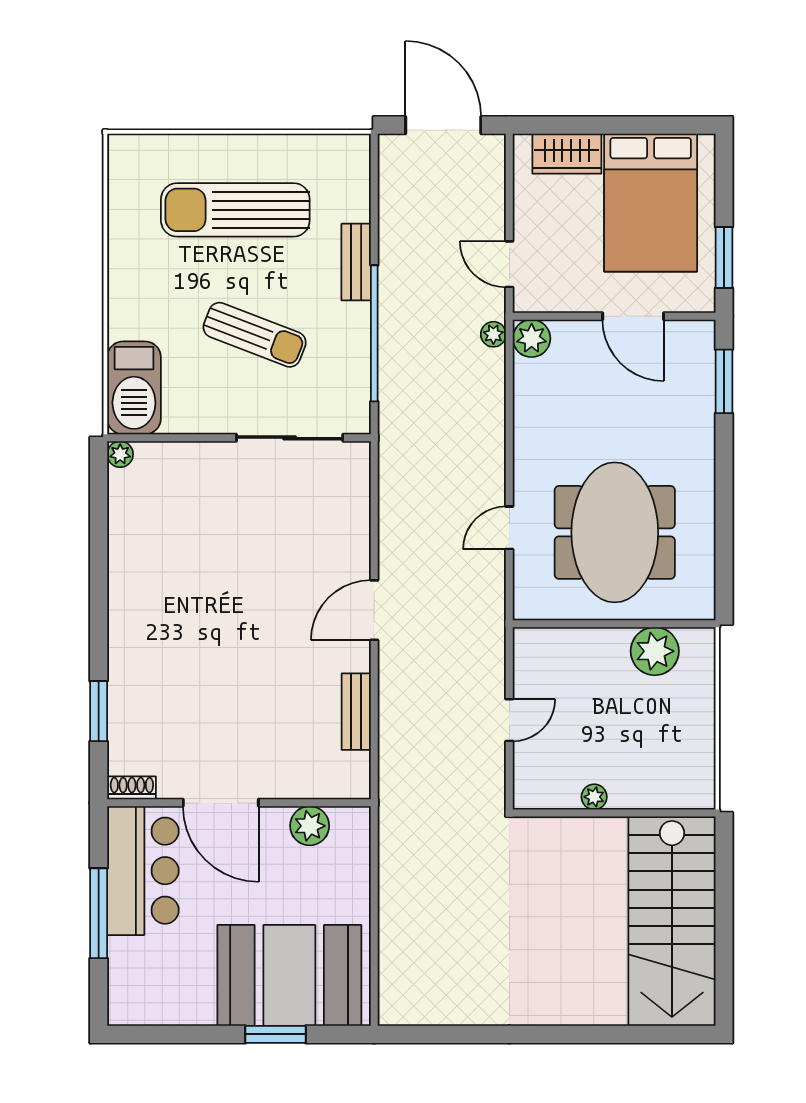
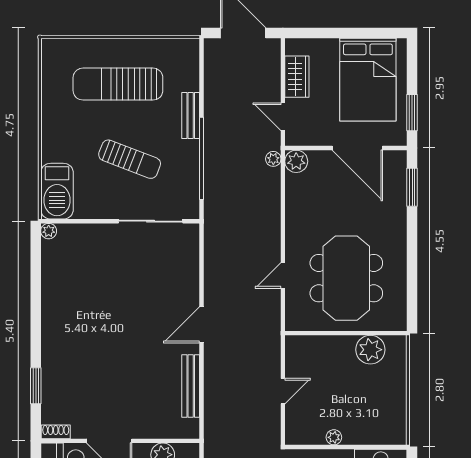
wardrobe: (567, 154) -> (297, 77), moved, turned -90
door: (633, 316) -> (357, 148), width x1.36
bench: (356, 712) -> (191, 386), width x1.36

